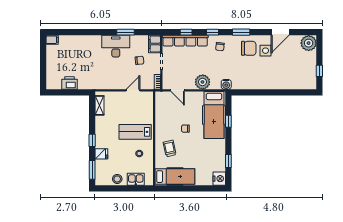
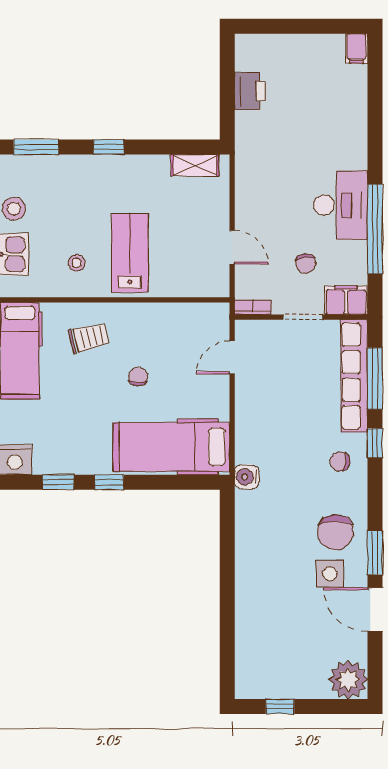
window: (125, 32) -> (375, 229), width x2.11
window: (186, 32) -> (375, 378), width x2.17
window: (241, 32) -> (375, 553), moved
plant: (203, 82) -> (253, 419), removed
window: (228, 121) -> (109, 482), moved
fridge: (101, 154) -> (76, 170), removed

